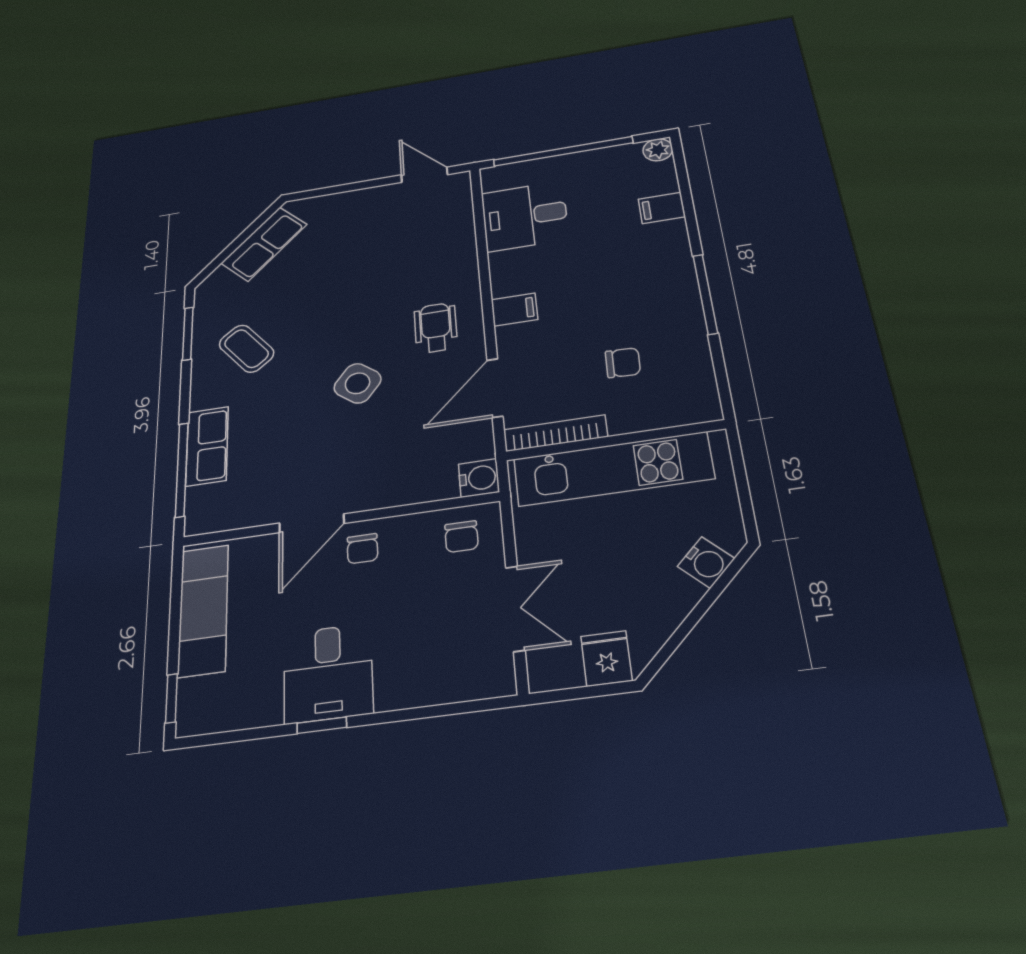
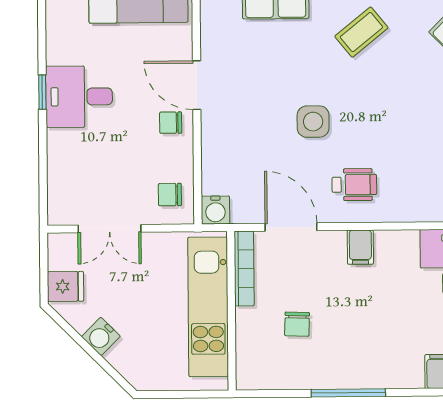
side table: (358, 383) -> (313, 122), turned -38
water cooler: (706, 562) -> (101, 336), moved

